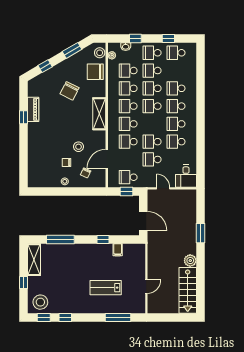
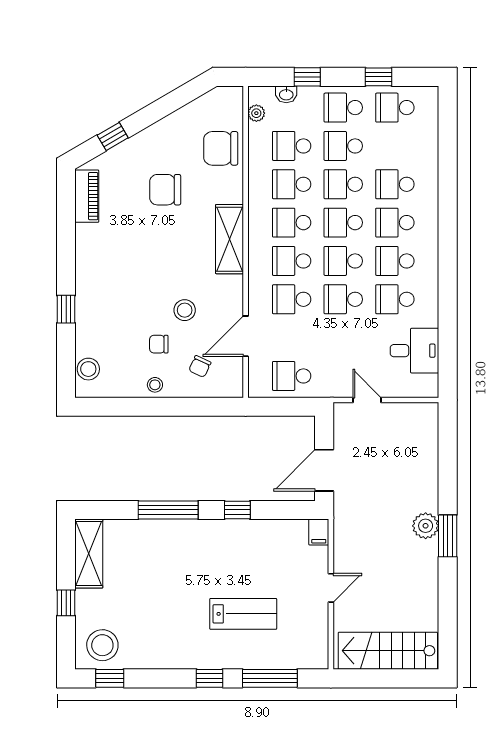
window: (72, 50) -> (171, 103), removed
stool: (100, 53) -> (88, 369), moved
chair: (69, 91) -> (165, 190), turned 63
piano: (33, 109) -> (87, 196), moved
window: (23, 117) -> (66, 309), moved
school desk: (152, 159) -> (343, 261), moved
desk: (186, 176) -> (414, 351), moved, turned -90
window: (127, 192) -> (288, 407), removed
door: (143, 221) -> (324, 470), swing flipped
window: (200, 233) -> (448, 536), moved
window: (60, 239) -> (168, 510), moved
filing cabinet: (118, 250) -> (319, 532), moved
plant: (190, 261) -> (426, 526), moved
door: (146, 287) -> (331, 588), moved
lab bench: (106, 288) -> (243, 614), turned 180
stairs: (188, 290) -> (388, 651), moved, turned 90
window: (65, 318) -> (210, 678), moved

